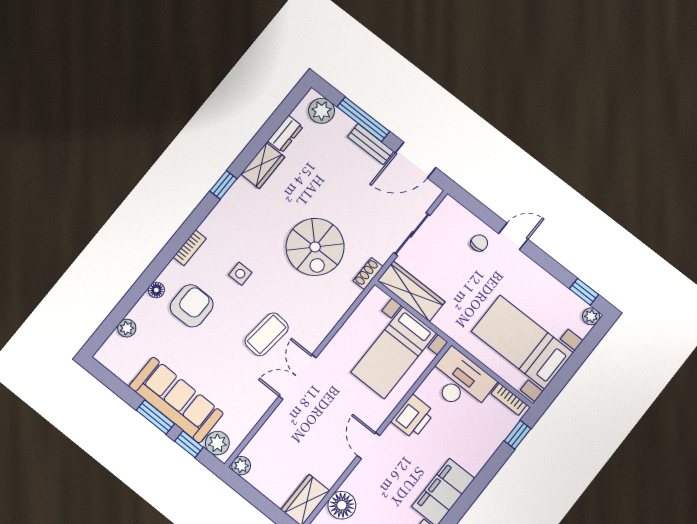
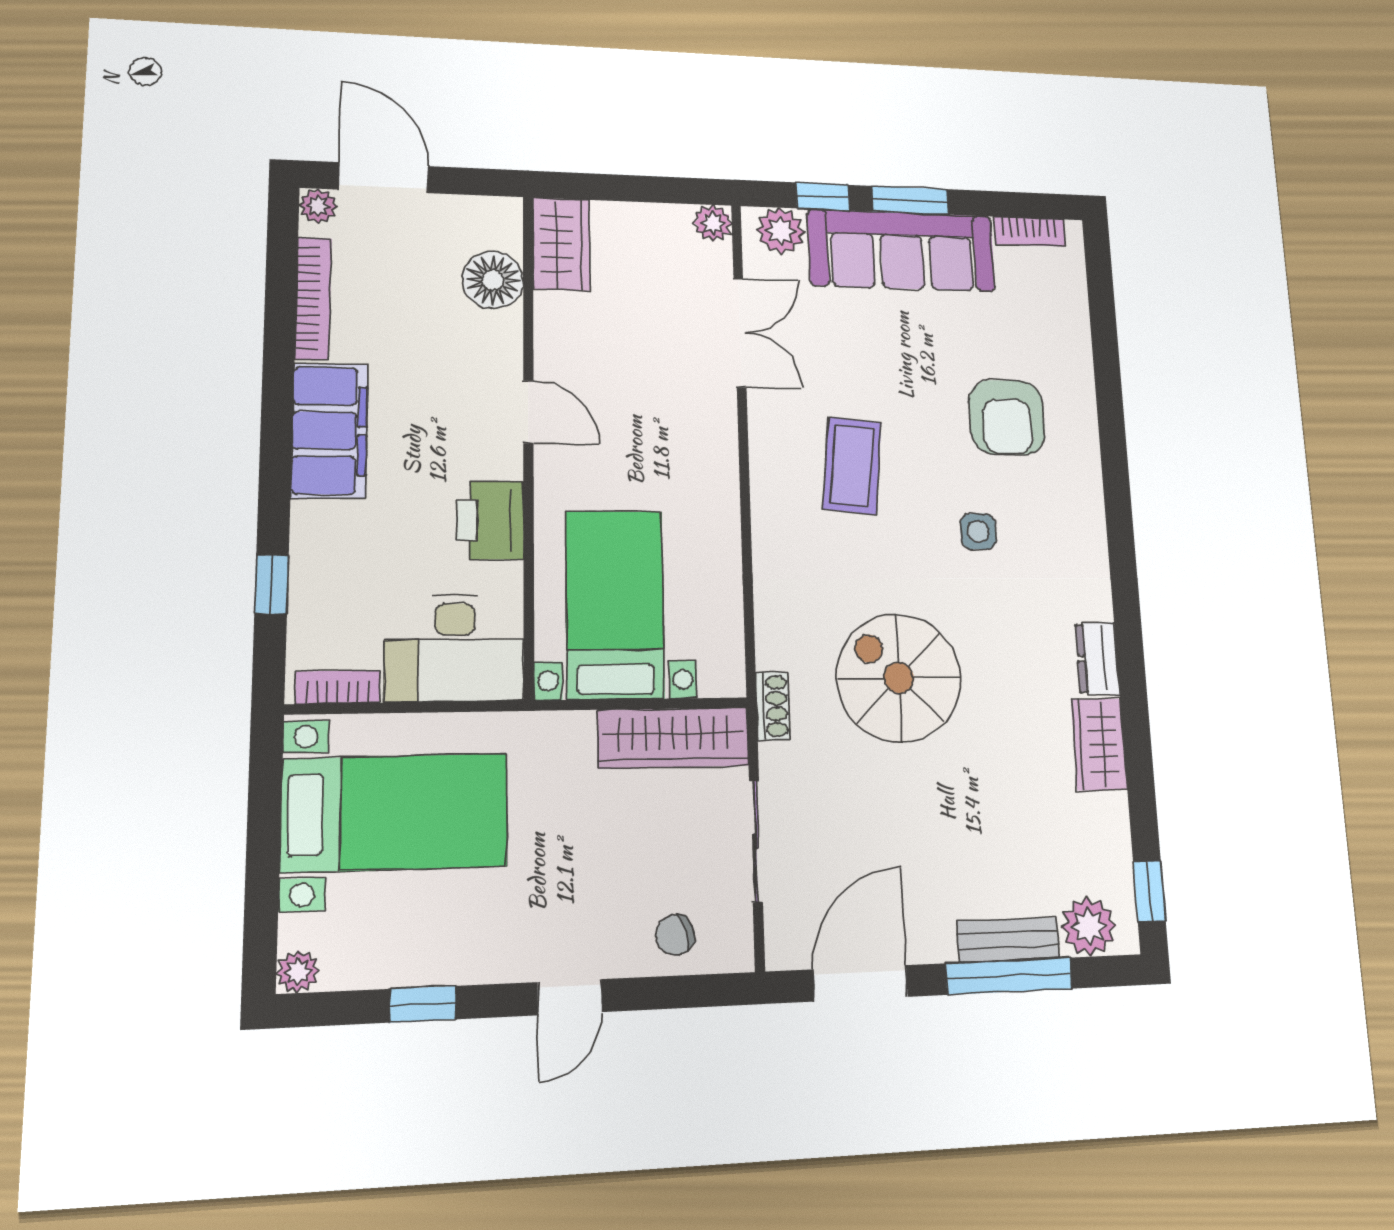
dresser: (285, 134) -> (1098, 658), moved
bench: (371, 144) -> (1008, 940), moved
window: (223, 185) -> (1149, 891), moved
chair: (479, 243) -> (675, 935), moved, turned 72
bookcase: (190, 248) -> (1029, 232), moved, turned -90
floor lamp: (156, 290) -> (1081, 399), removed
window: (584, 292) -> (423, 1004), moved
plant: (127, 328) -> (1071, 304), removed
double door: (297, 377) -> (740, 333), moved
window: (518, 435) -> (272, 584), moved

